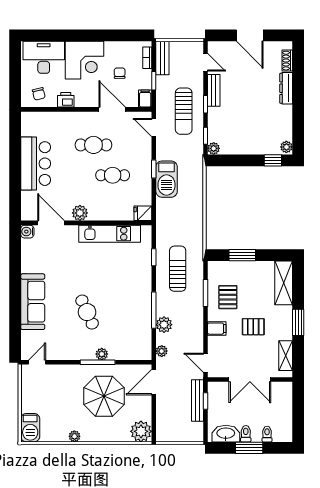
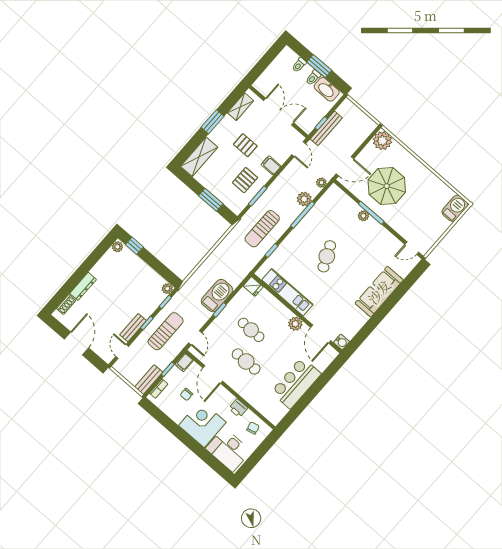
cafe table: (87, 312) -> (327, 256), moved
plant: (74, 436) -> (430, 176), removed

